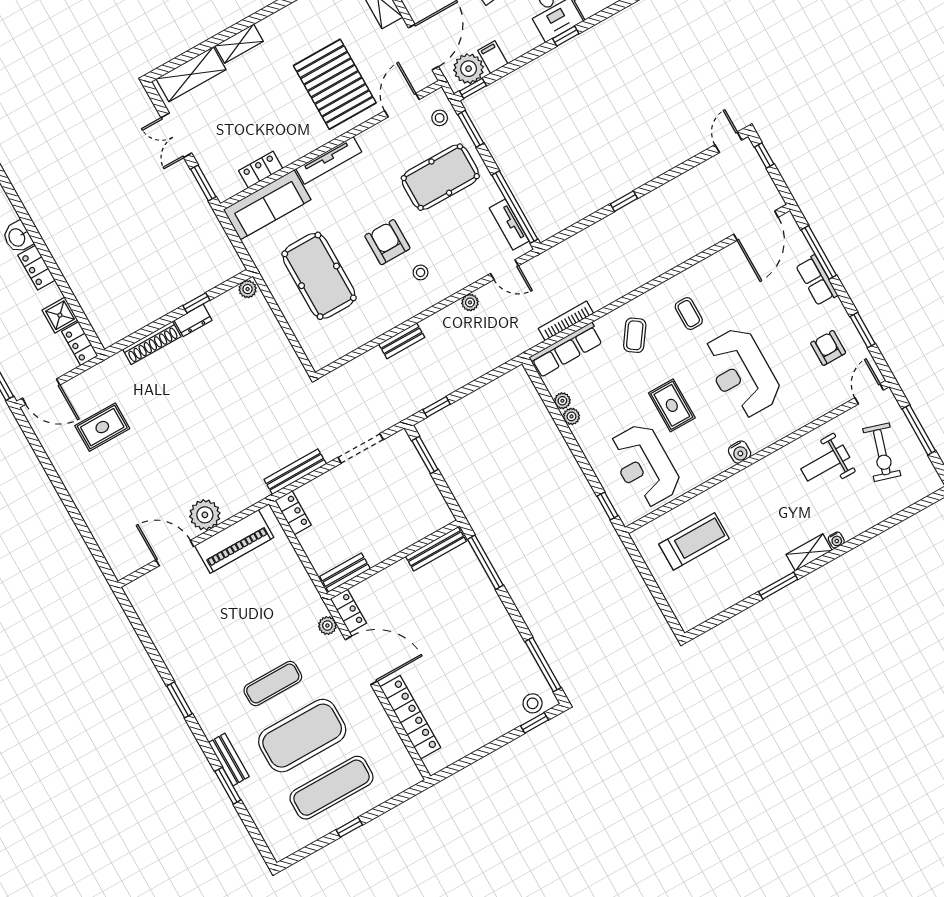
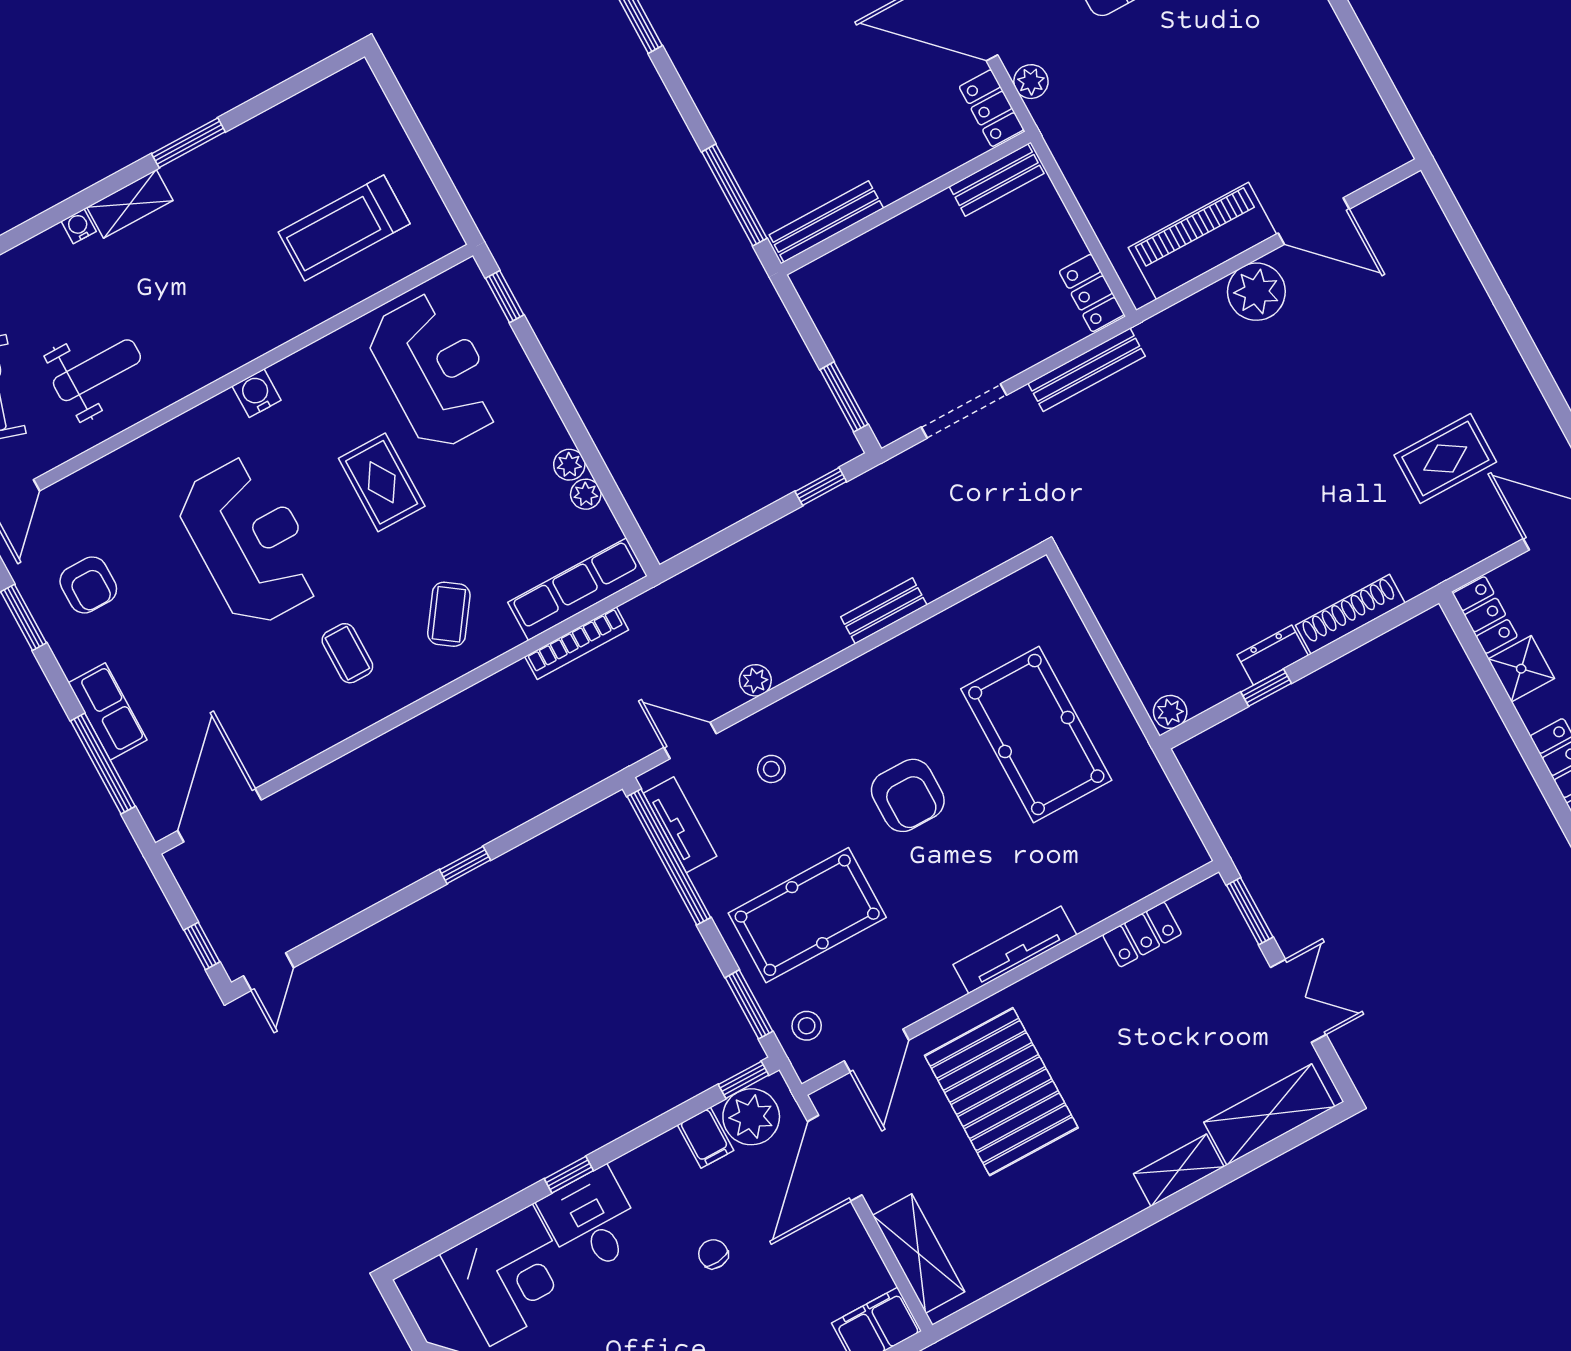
sofa: (267, 205) -> (1131, 869), removed
stool: (421, 272) -> (771, 769), moved

